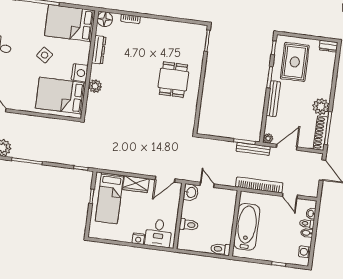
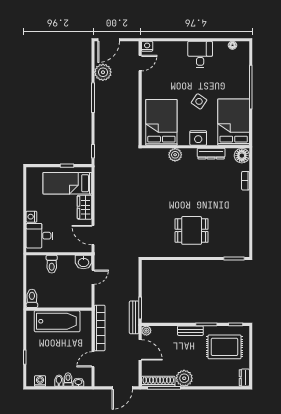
nightstand: (80, 73) -> (198, 138), moved
bench: (273, 99) -> (190, 331), width x0.73

